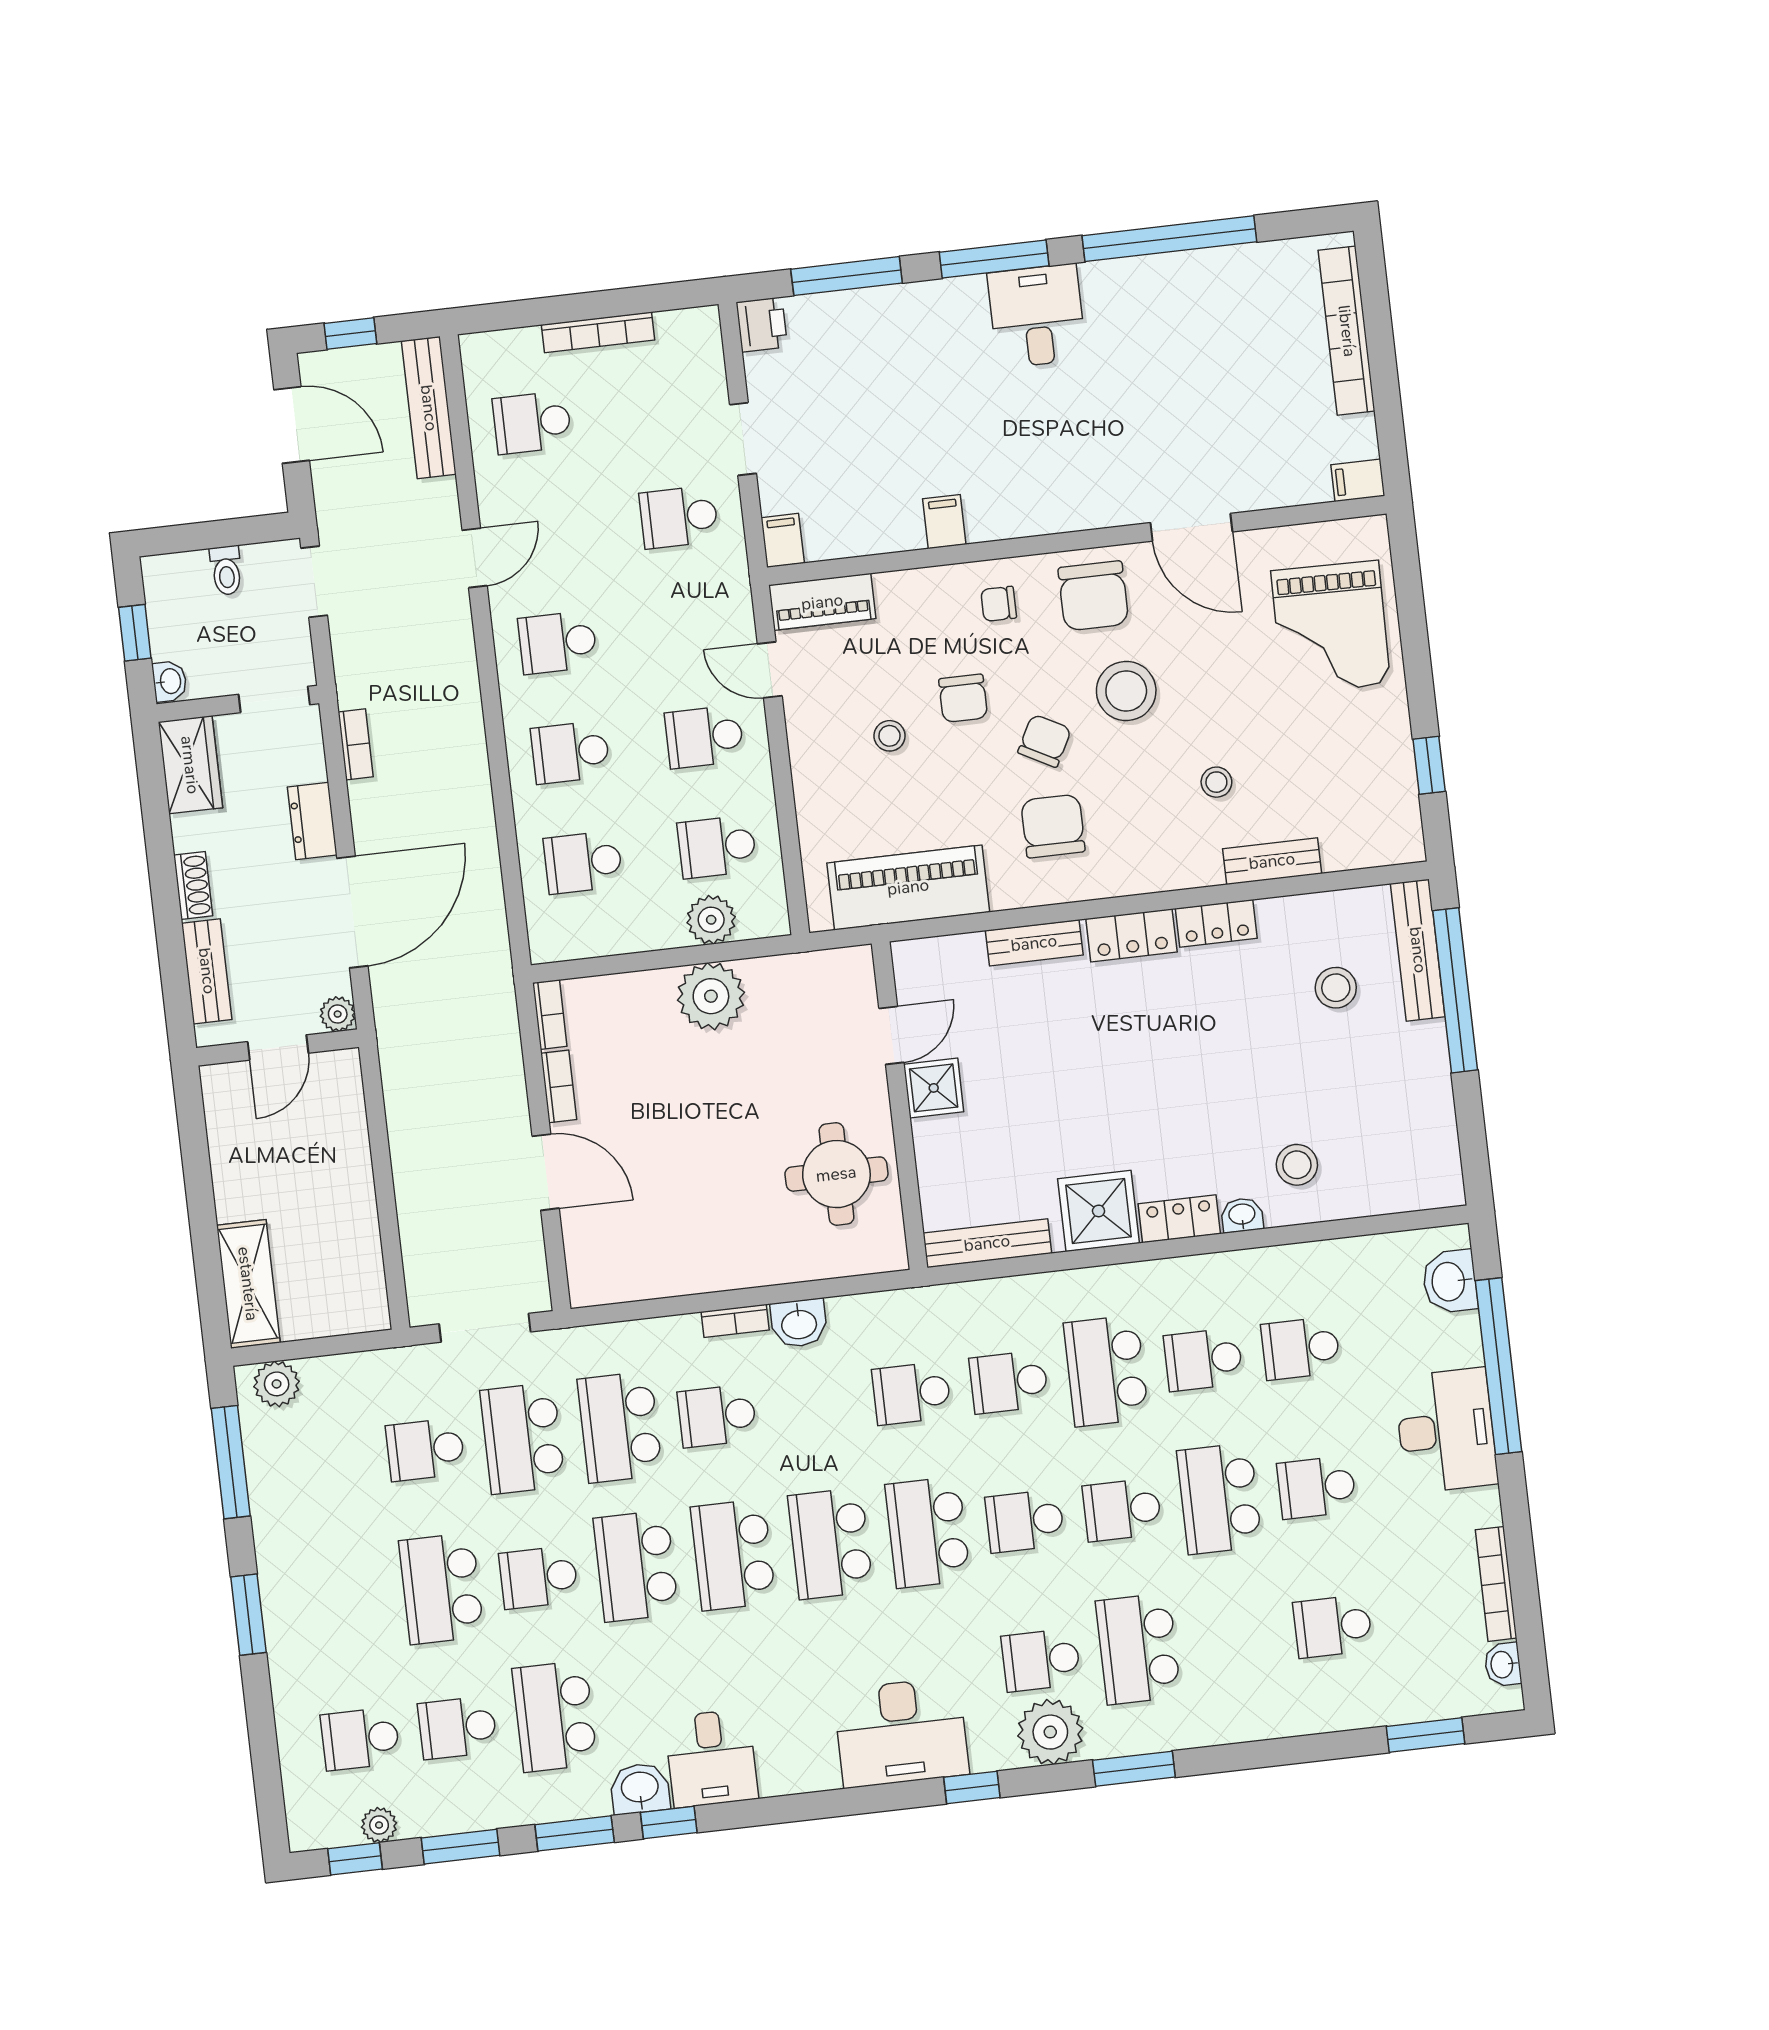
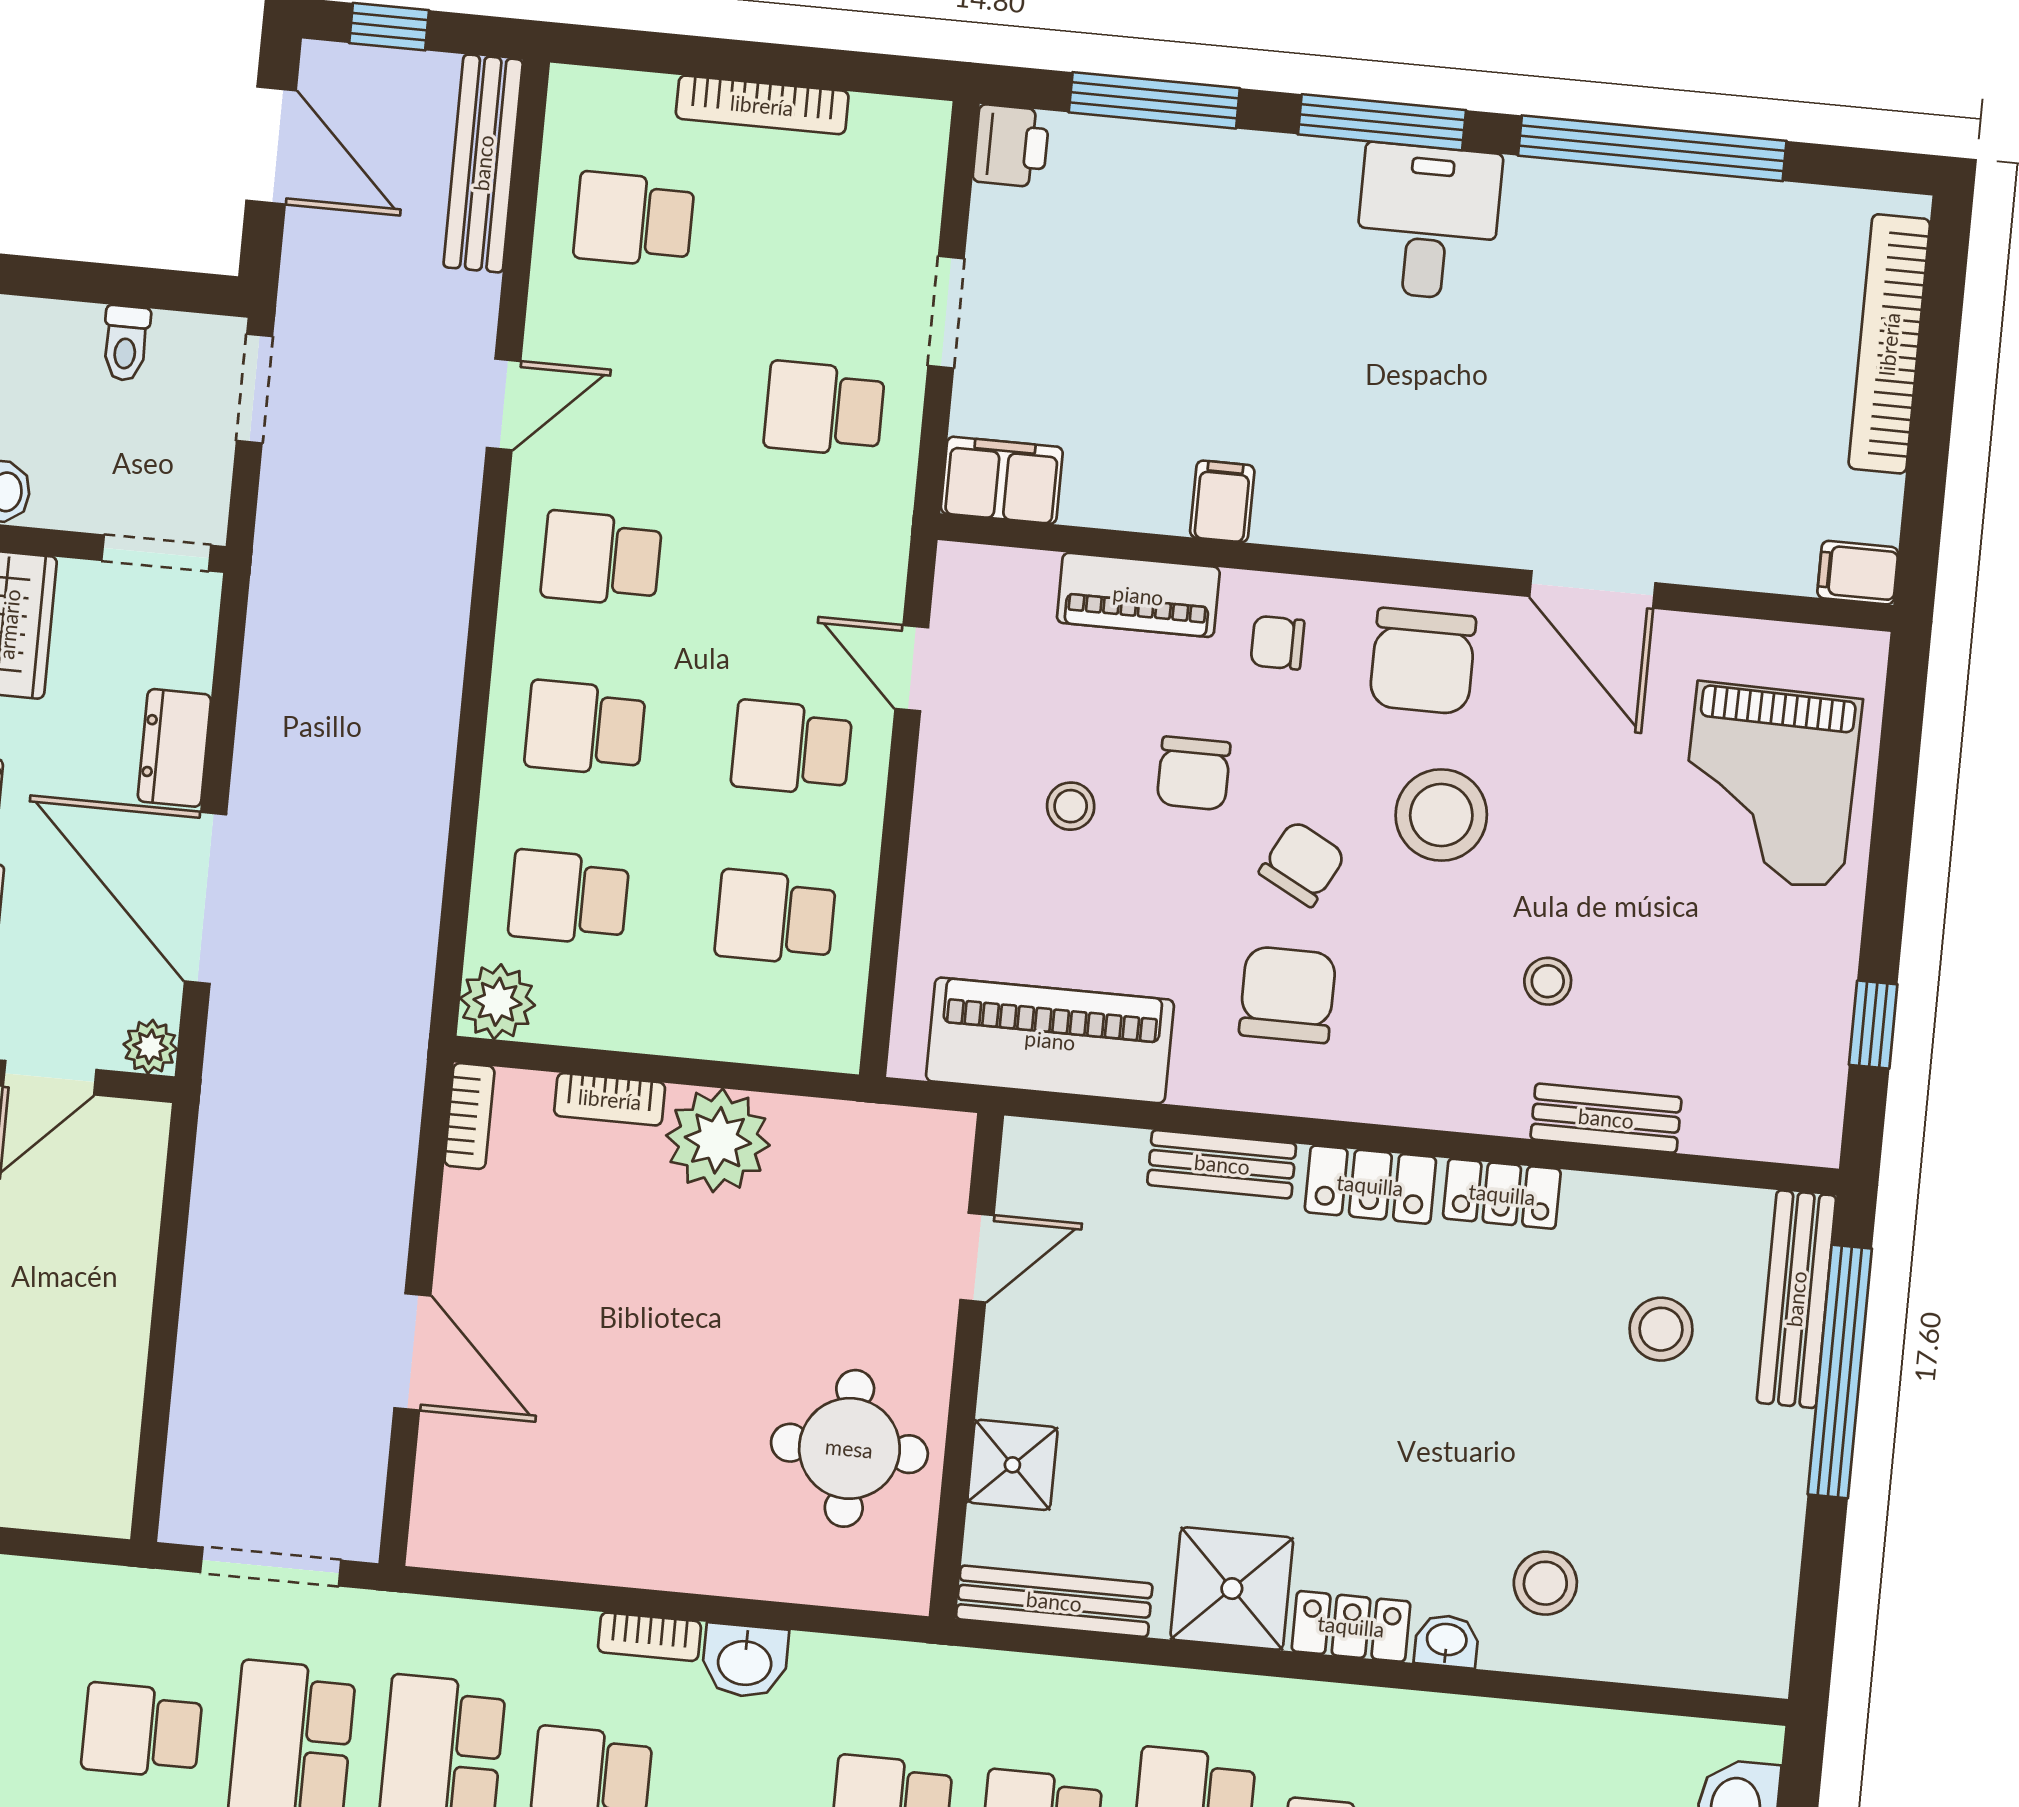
filing cabinet: (783, 540) -> (1002, 480), width x2.00
piano: (822, 602) -> (1138, 595), moved
bookcase: (356, 744) -> (264, 647), removed
door: (352, 912) -> (205, 898), swing flipped
plant: (711, 920) -> (498, 1002), moved
bookcase: (559, 1086) -> (610, 1099), moved, turned 90
shower: (934, 1088) -> (1012, 1465), moved

